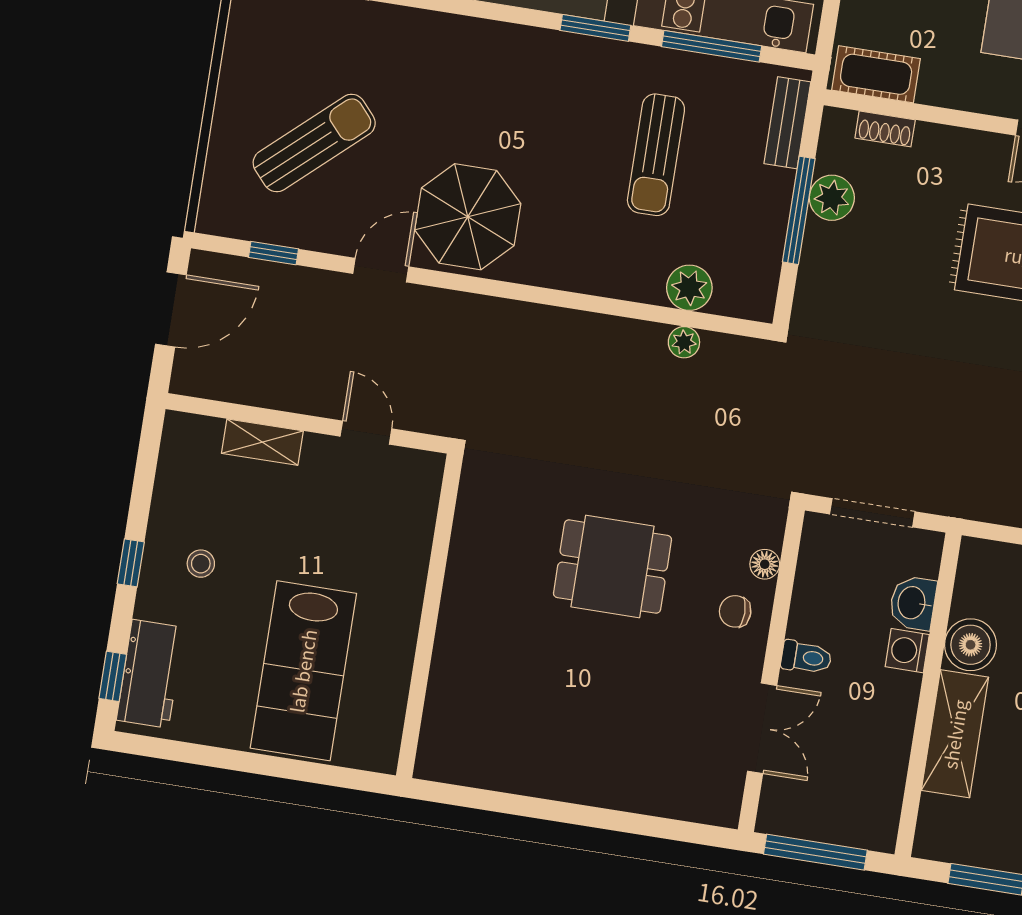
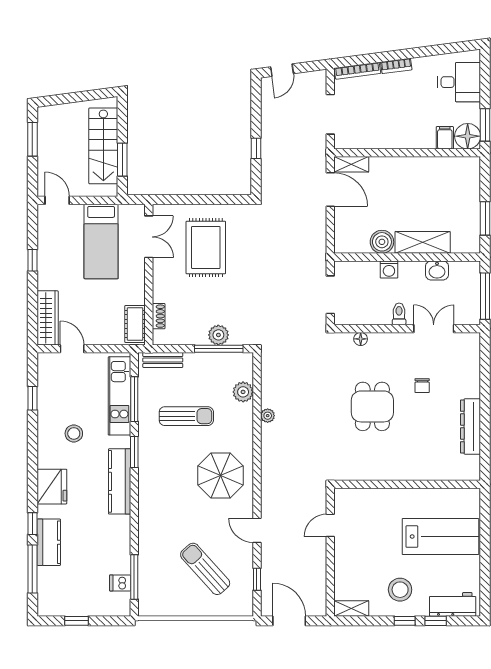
plant: (832, 198) -> (218, 335), moved
window: (799, 210) -> (219, 349), moved
parasol: (468, 217) -> (221, 475), moved
plant: (684, 342) -> (268, 416), moved
shelving: (262, 442) -> (351, 608), moved, turned 90
stool: (201, 564) -> (400, 590), width x1.89, depth x1.89
washbasin: (913, 603) -> (437, 270), moved
chair: (735, 611) -> (422, 386), moved
window: (113, 676) -> (436, 621), moved
dresser: (534, 775) -> (471, 426), added

